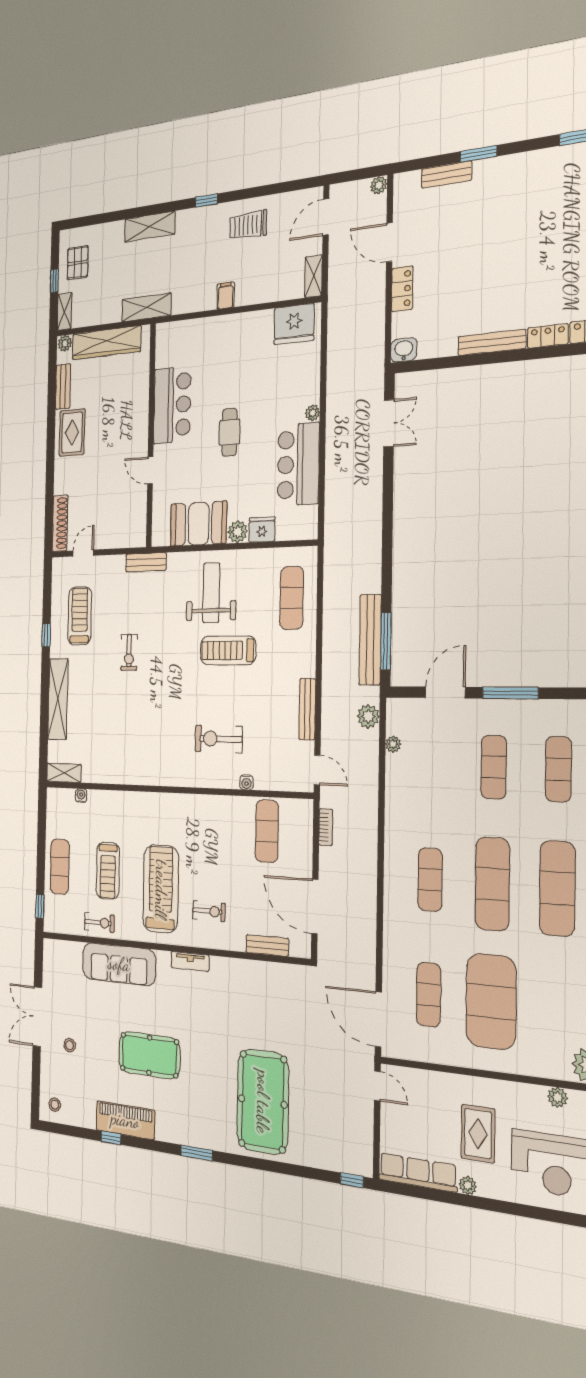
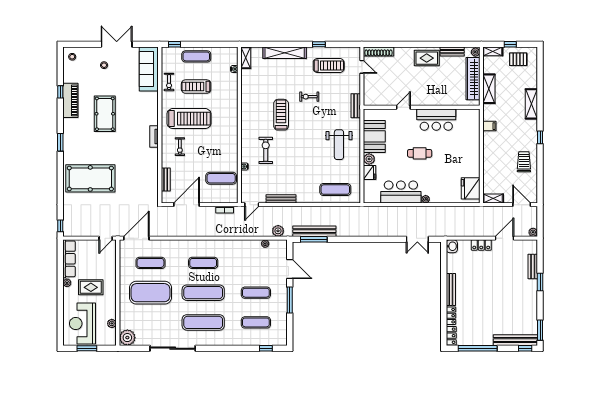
filing cabinet: (226, 296) -> (489, 126), moved
shelving: (146, 307) -> (489, 89), moved
weight bench: (211, 593) -> (339, 145), turned 90
treadmill: (228, 650) -> (281, 115), moved
sofa: (119, 964) -> (149, 69), moved

